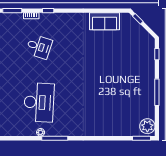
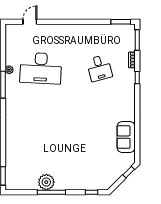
desk: (39, 47) -> (99, 68), turned -33
plant: (147, 126) -> (46, 182), moved

